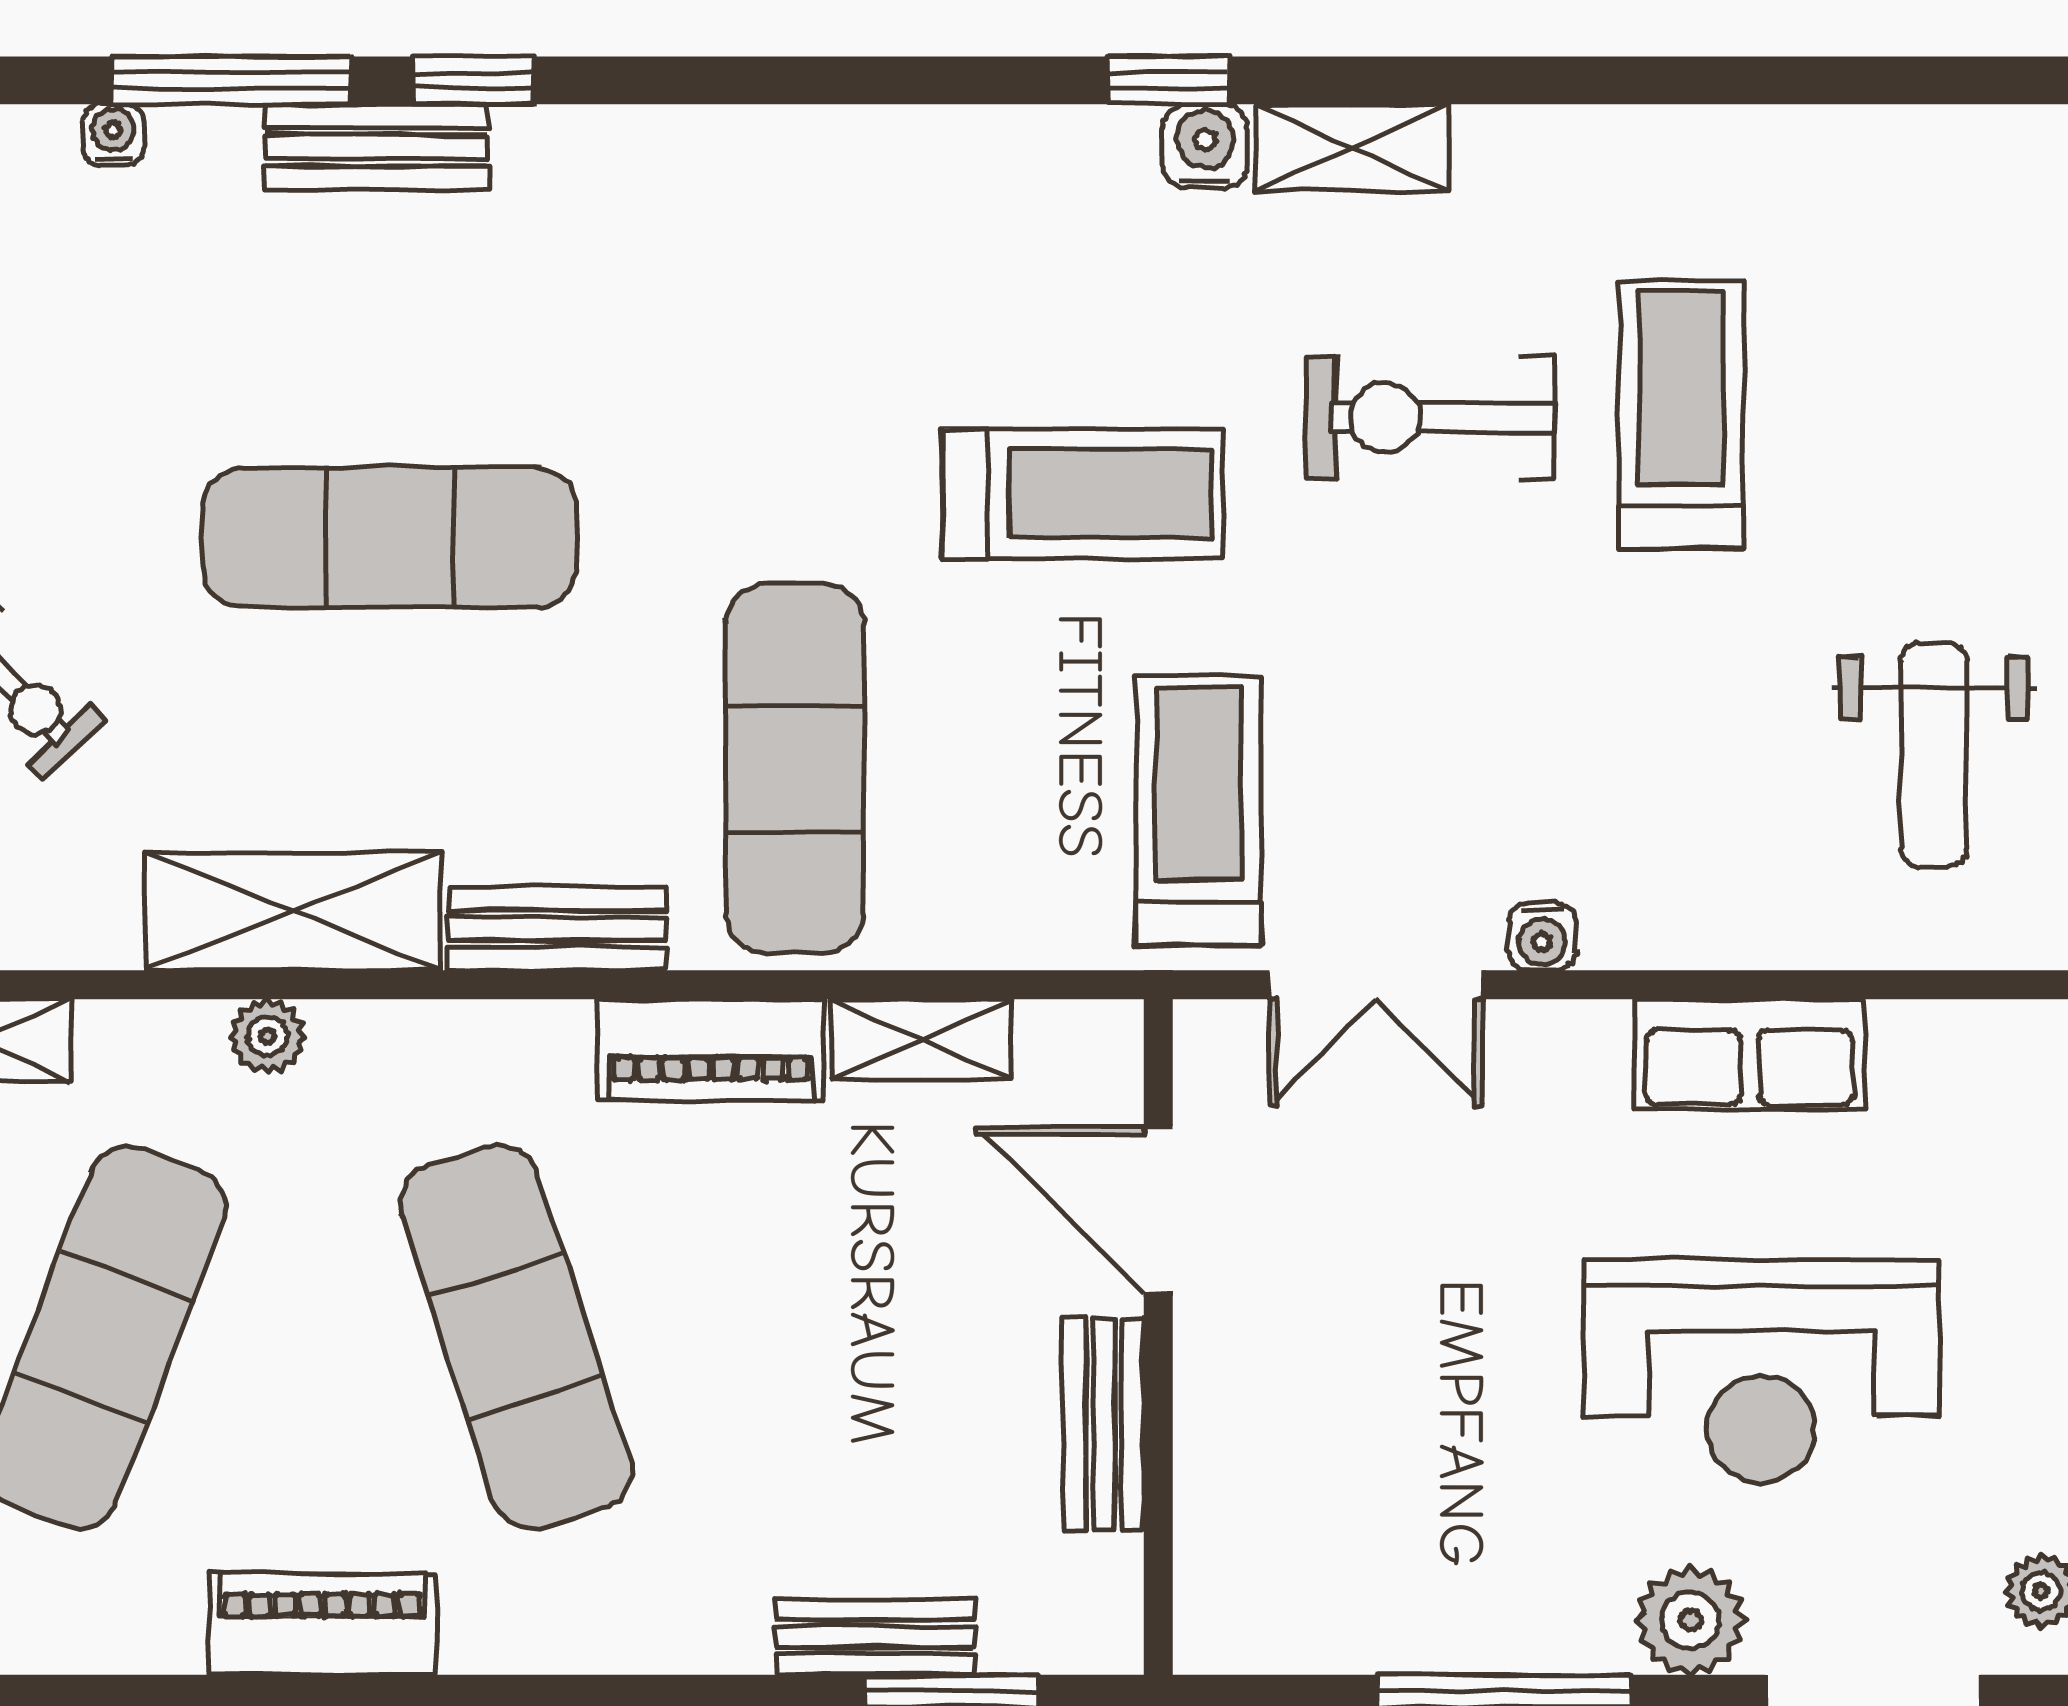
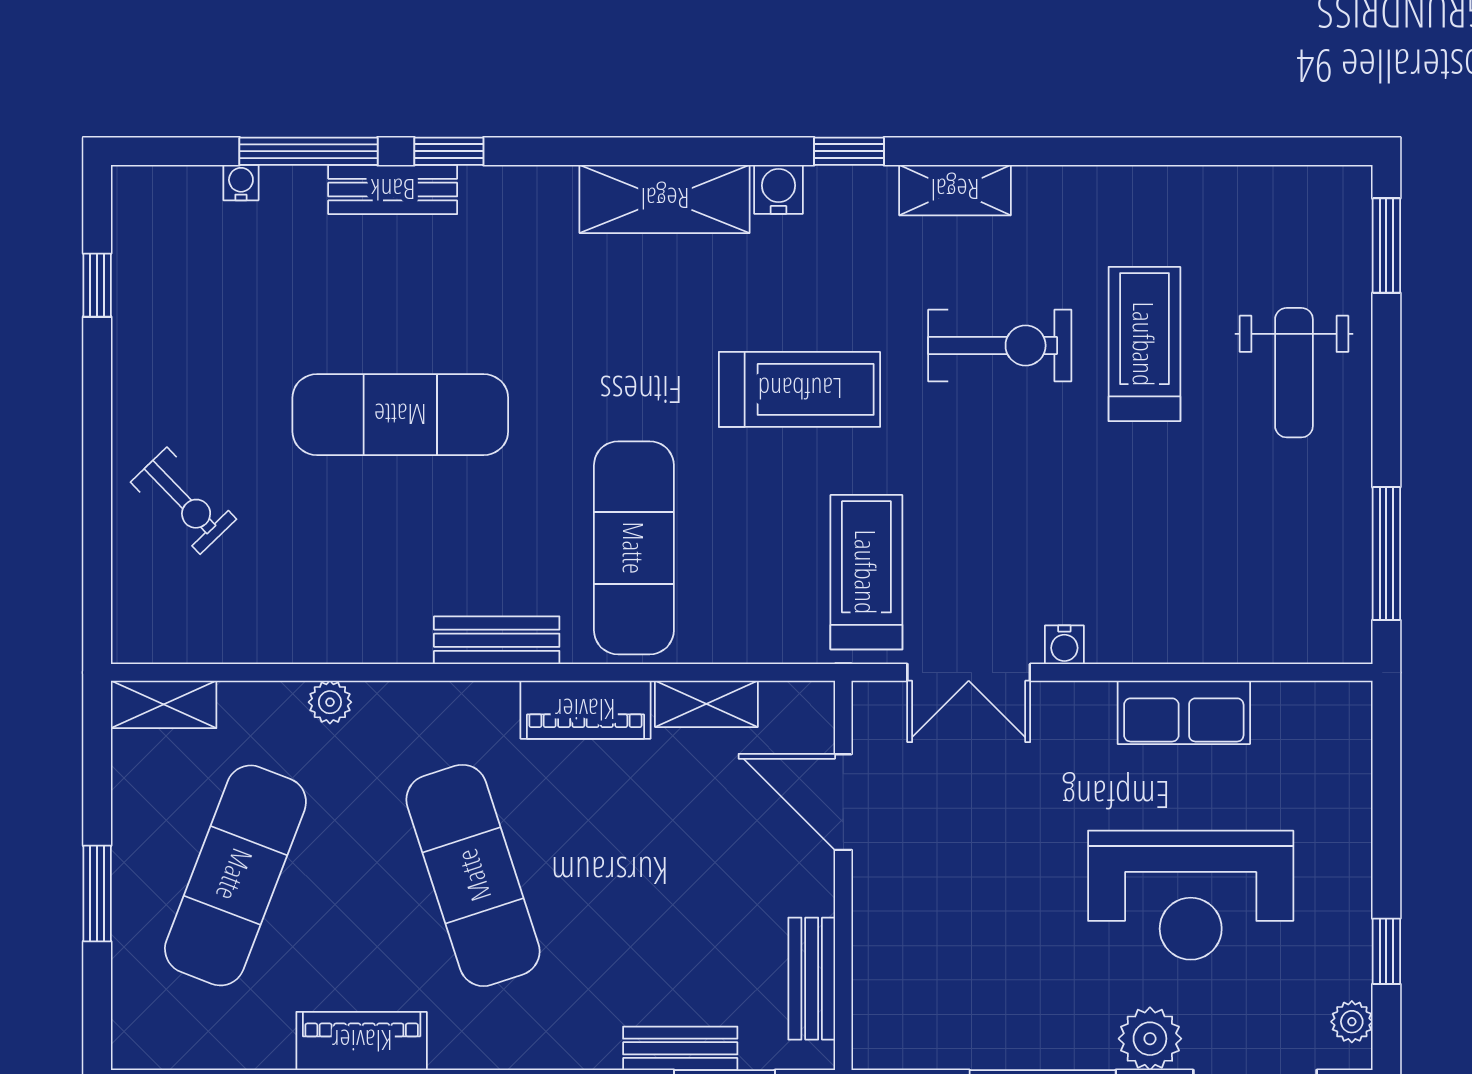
water cooler: (1205, 147) -> (779, 189), moved
exercise bike: (1430, 417) -> (1000, 345), turned 180
weight bench: (1934, 755) -> (1294, 373), moved
shelving: (293, 911) -> (665, 199), moved
bench: (1103, 1424) -> (812, 979), moved

